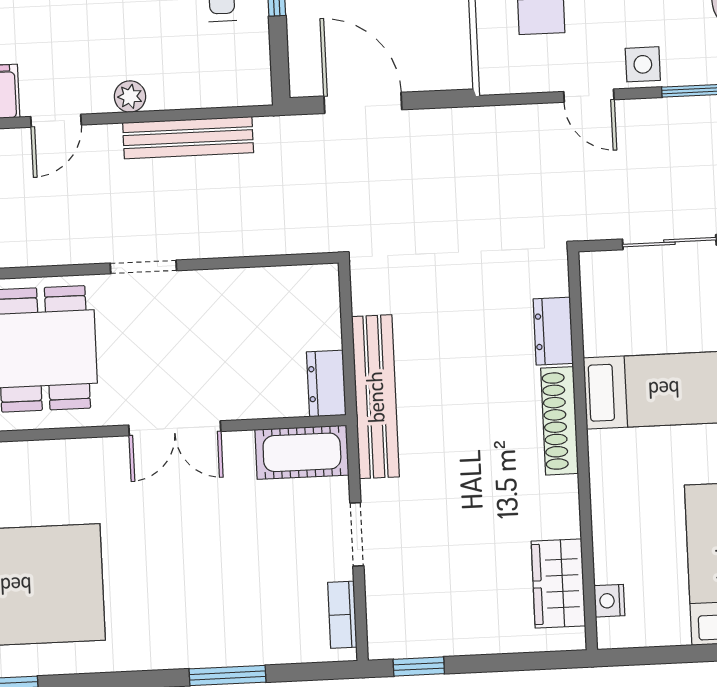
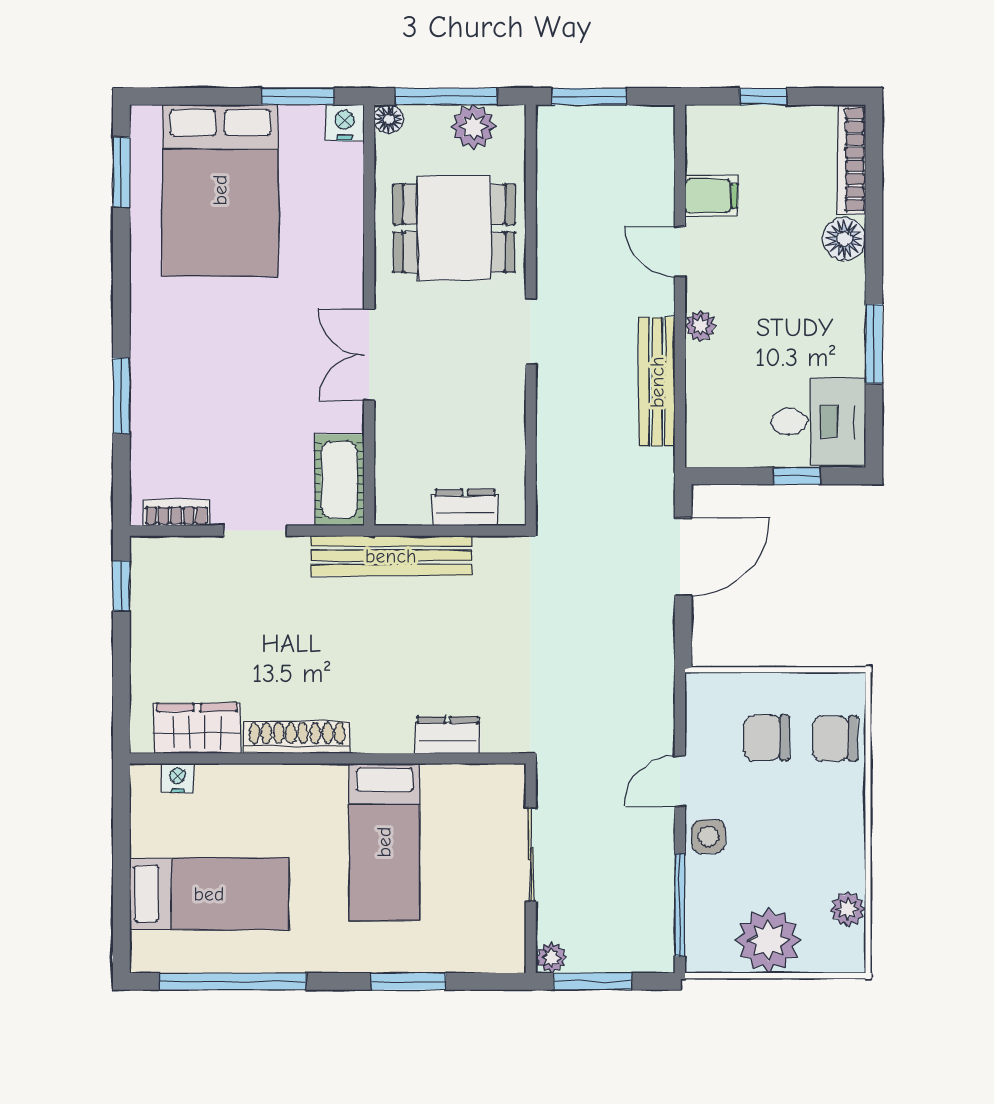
dresser: (326, 384) -> (465, 507), moved
shoe rack: (560, 421) -> (297, 737), moved

